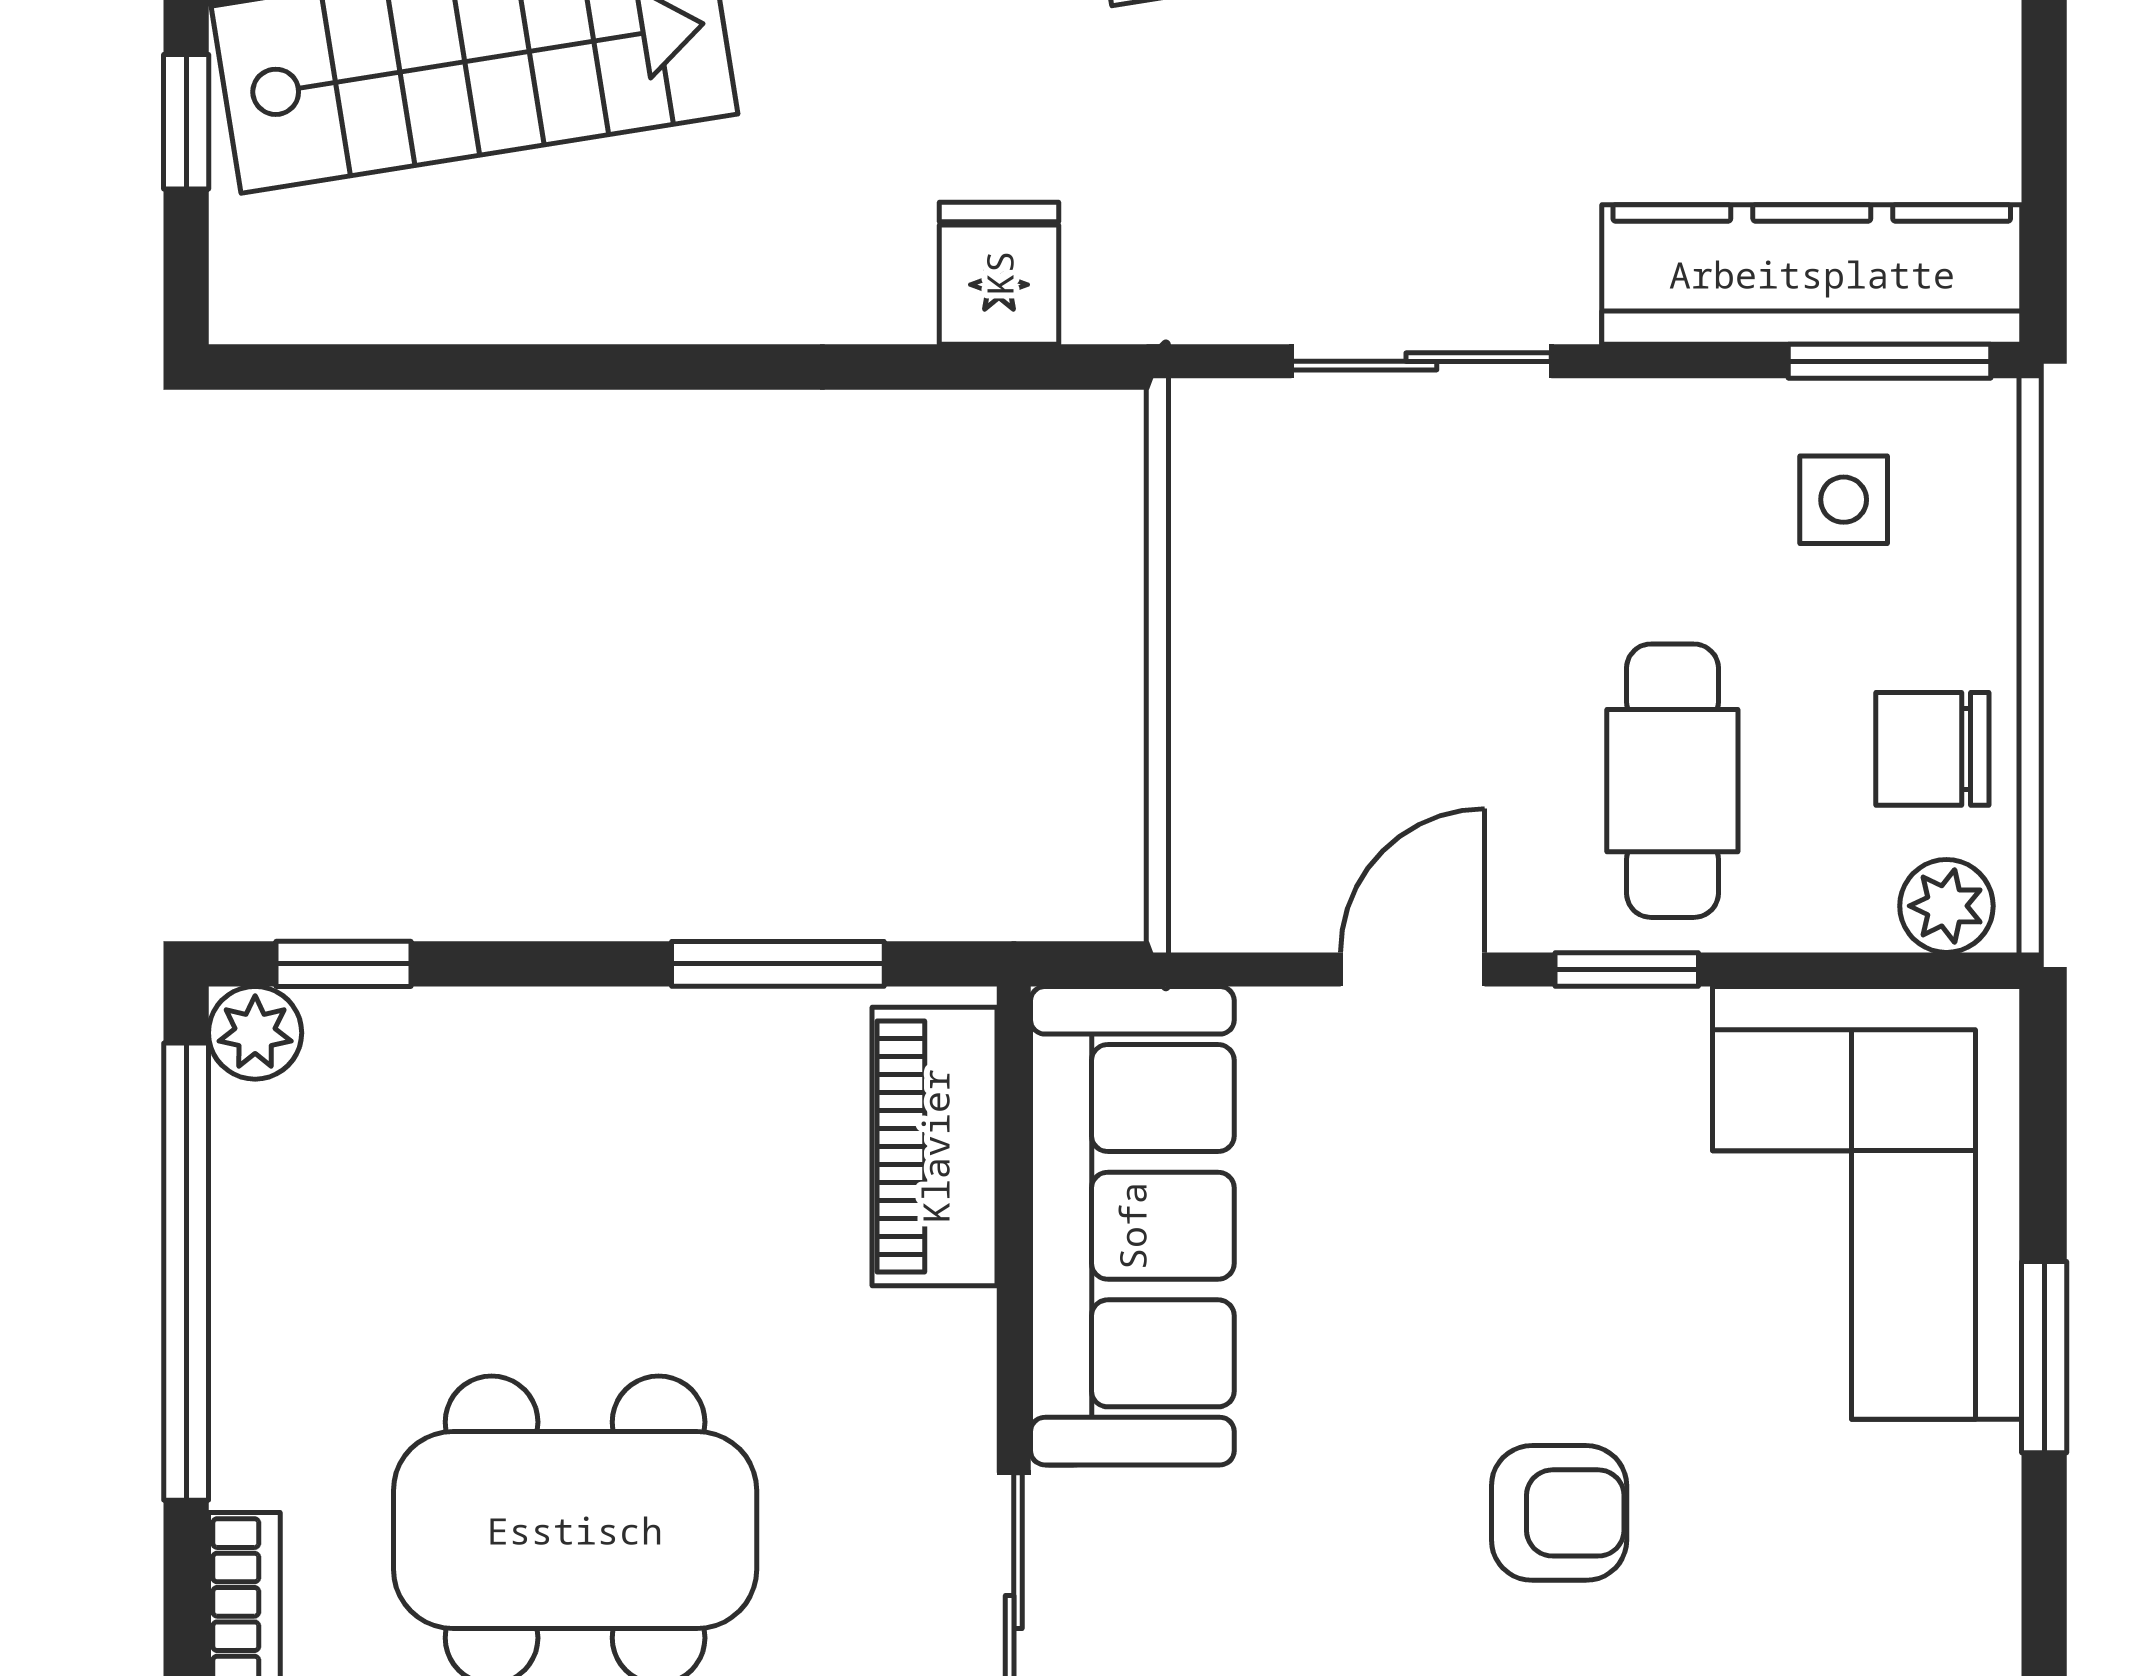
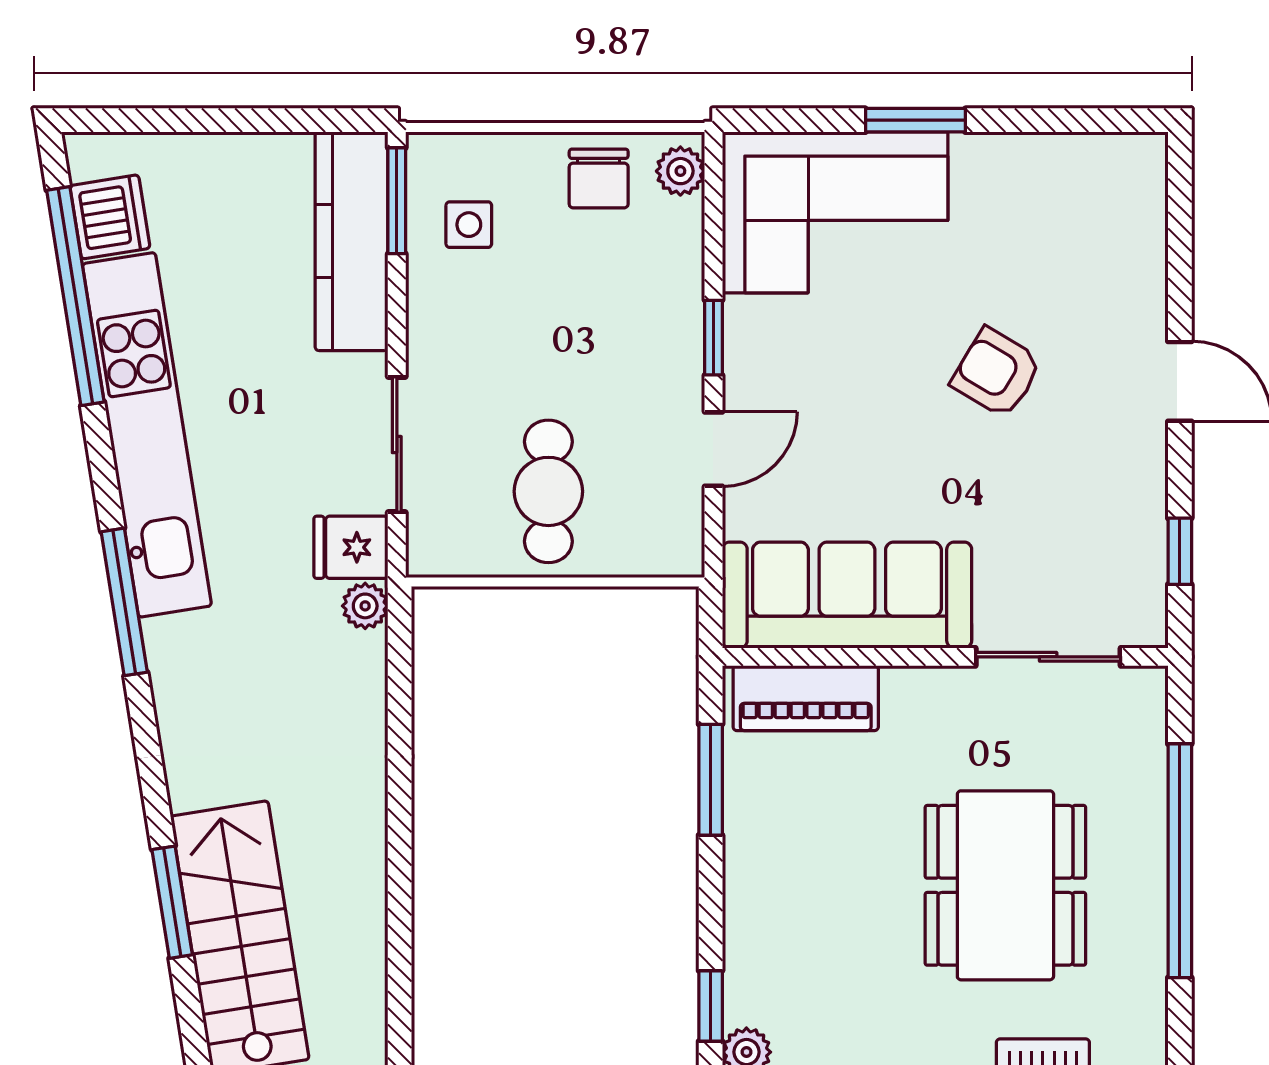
fridge: (999, 273) -> (351, 547), moved
plant: (1112, 301) -> (365, 606), added
cafe table: (1672, 781) -> (548, 491), moved, turned 90
door: (1413, 969) -> (713, 449), swing flipped
armchair: (1559, 1513) -> (997, 373), turned -59

